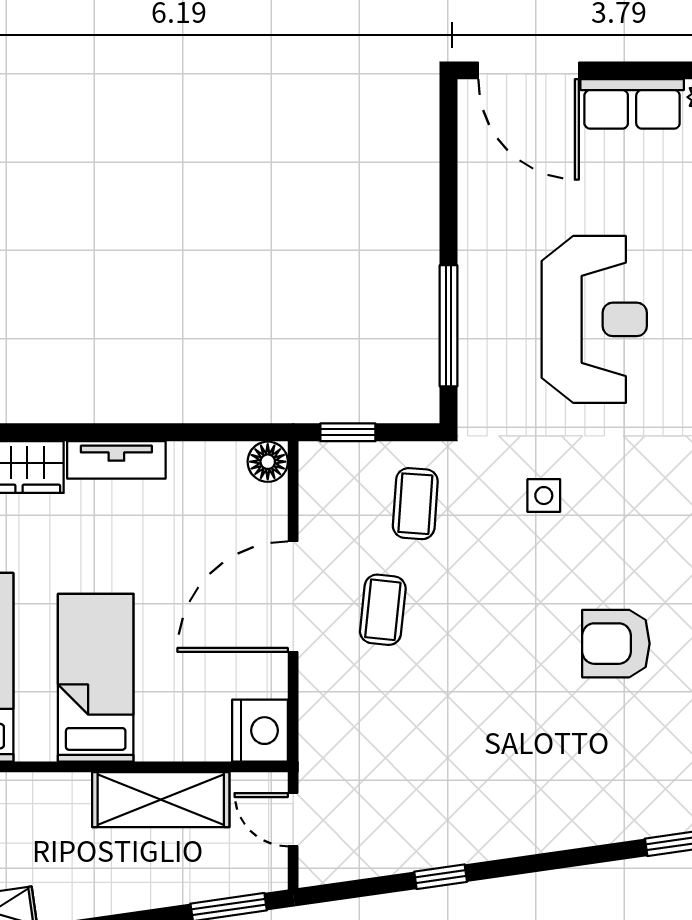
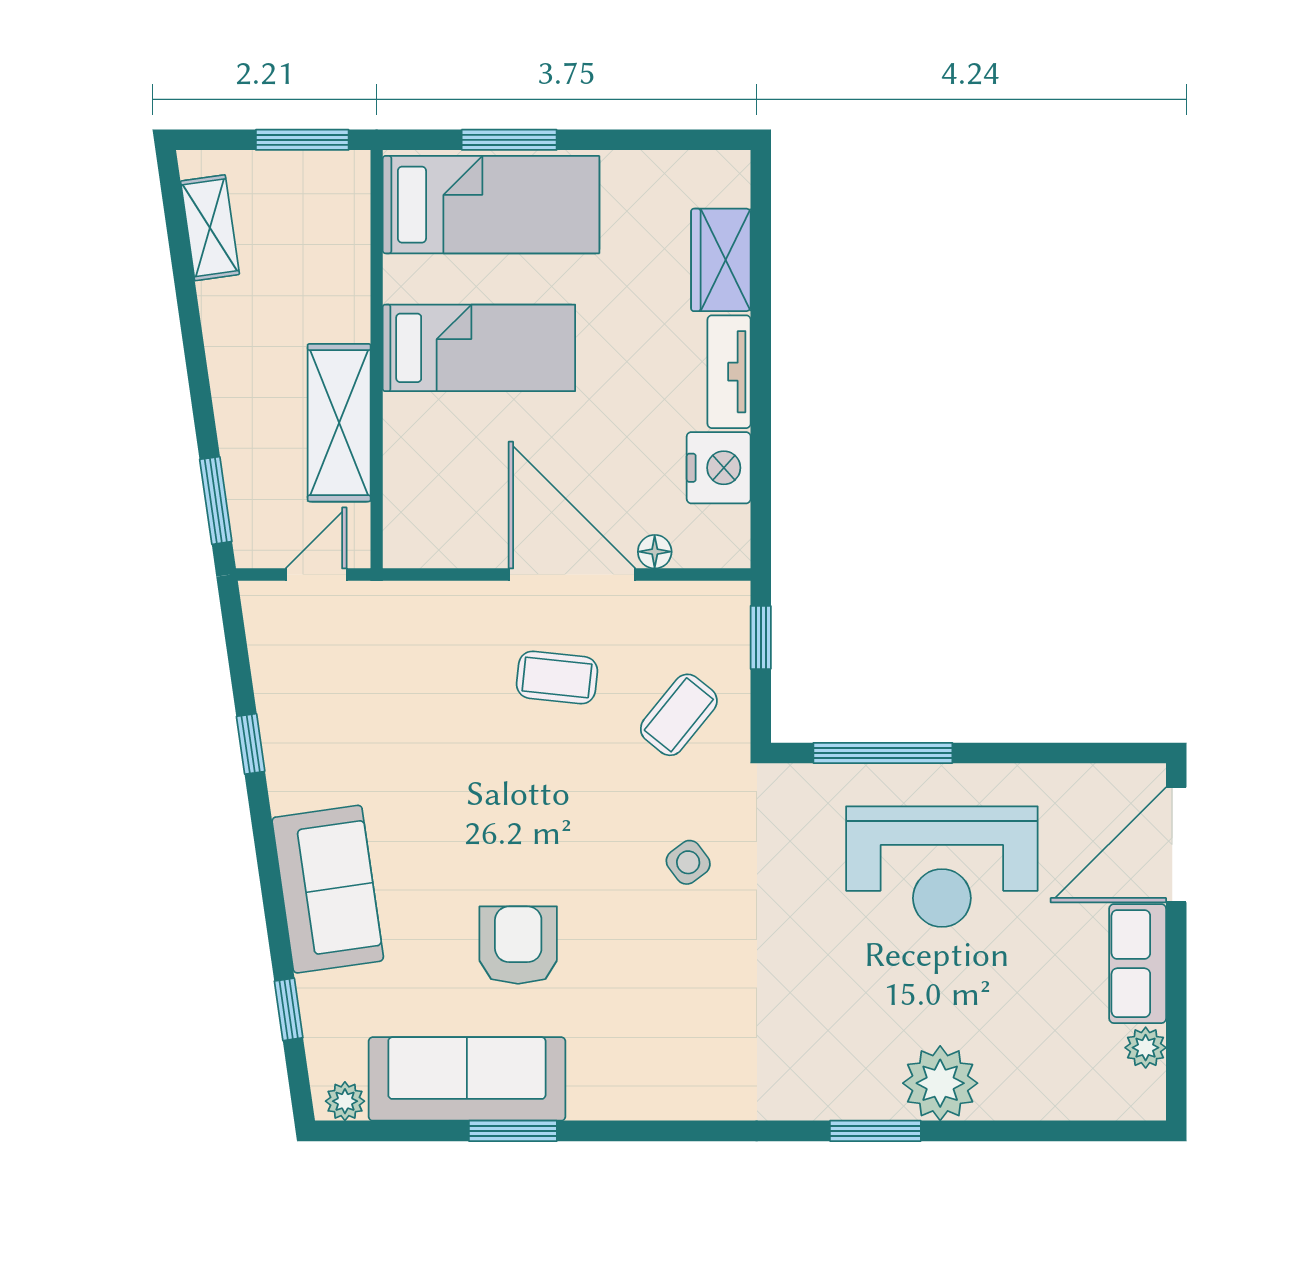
reception desk: (594, 319) -> (942, 867), moved
floor lamp: (268, 462) -> (655, 552), moved, width x0.73, depth x0.73
side table: (544, 496) -> (688, 862), turned -37
coffee table: (415, 504) -> (679, 715), turned -55
nightstand: (260, 731) -> (719, 468), moved, turned -90
sofa: (567, 810) -> (328, 889), added

